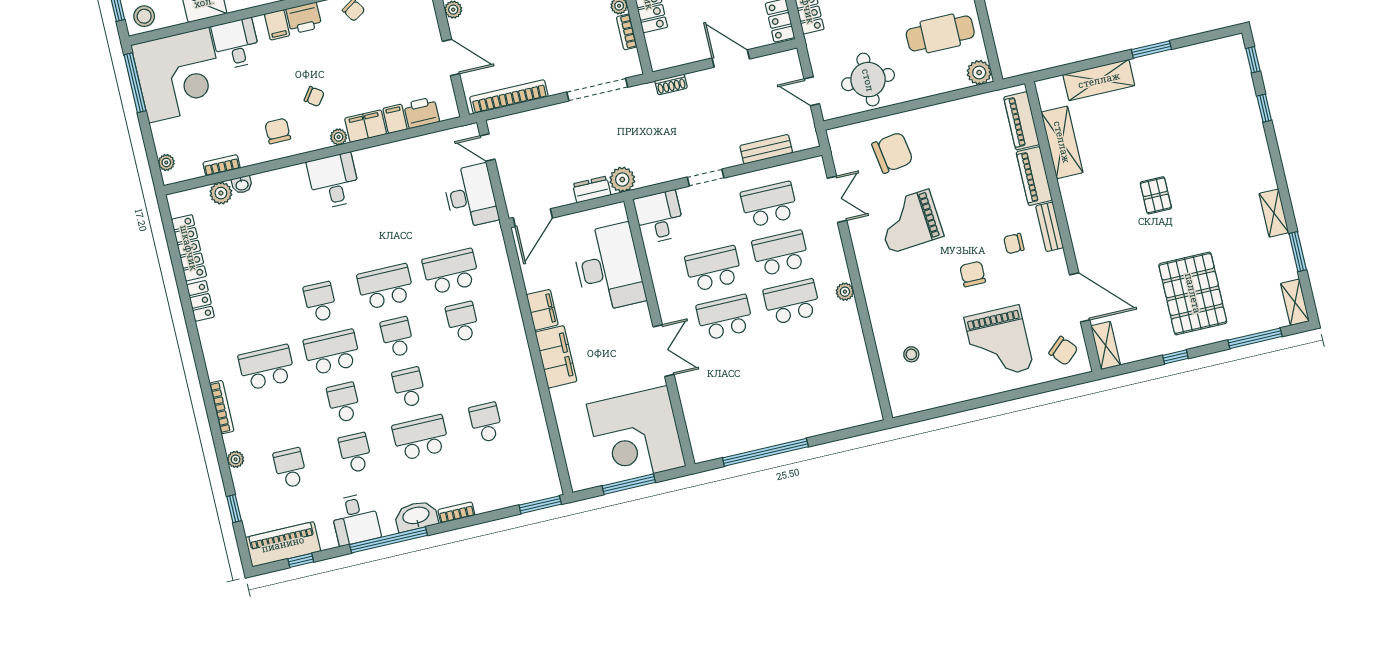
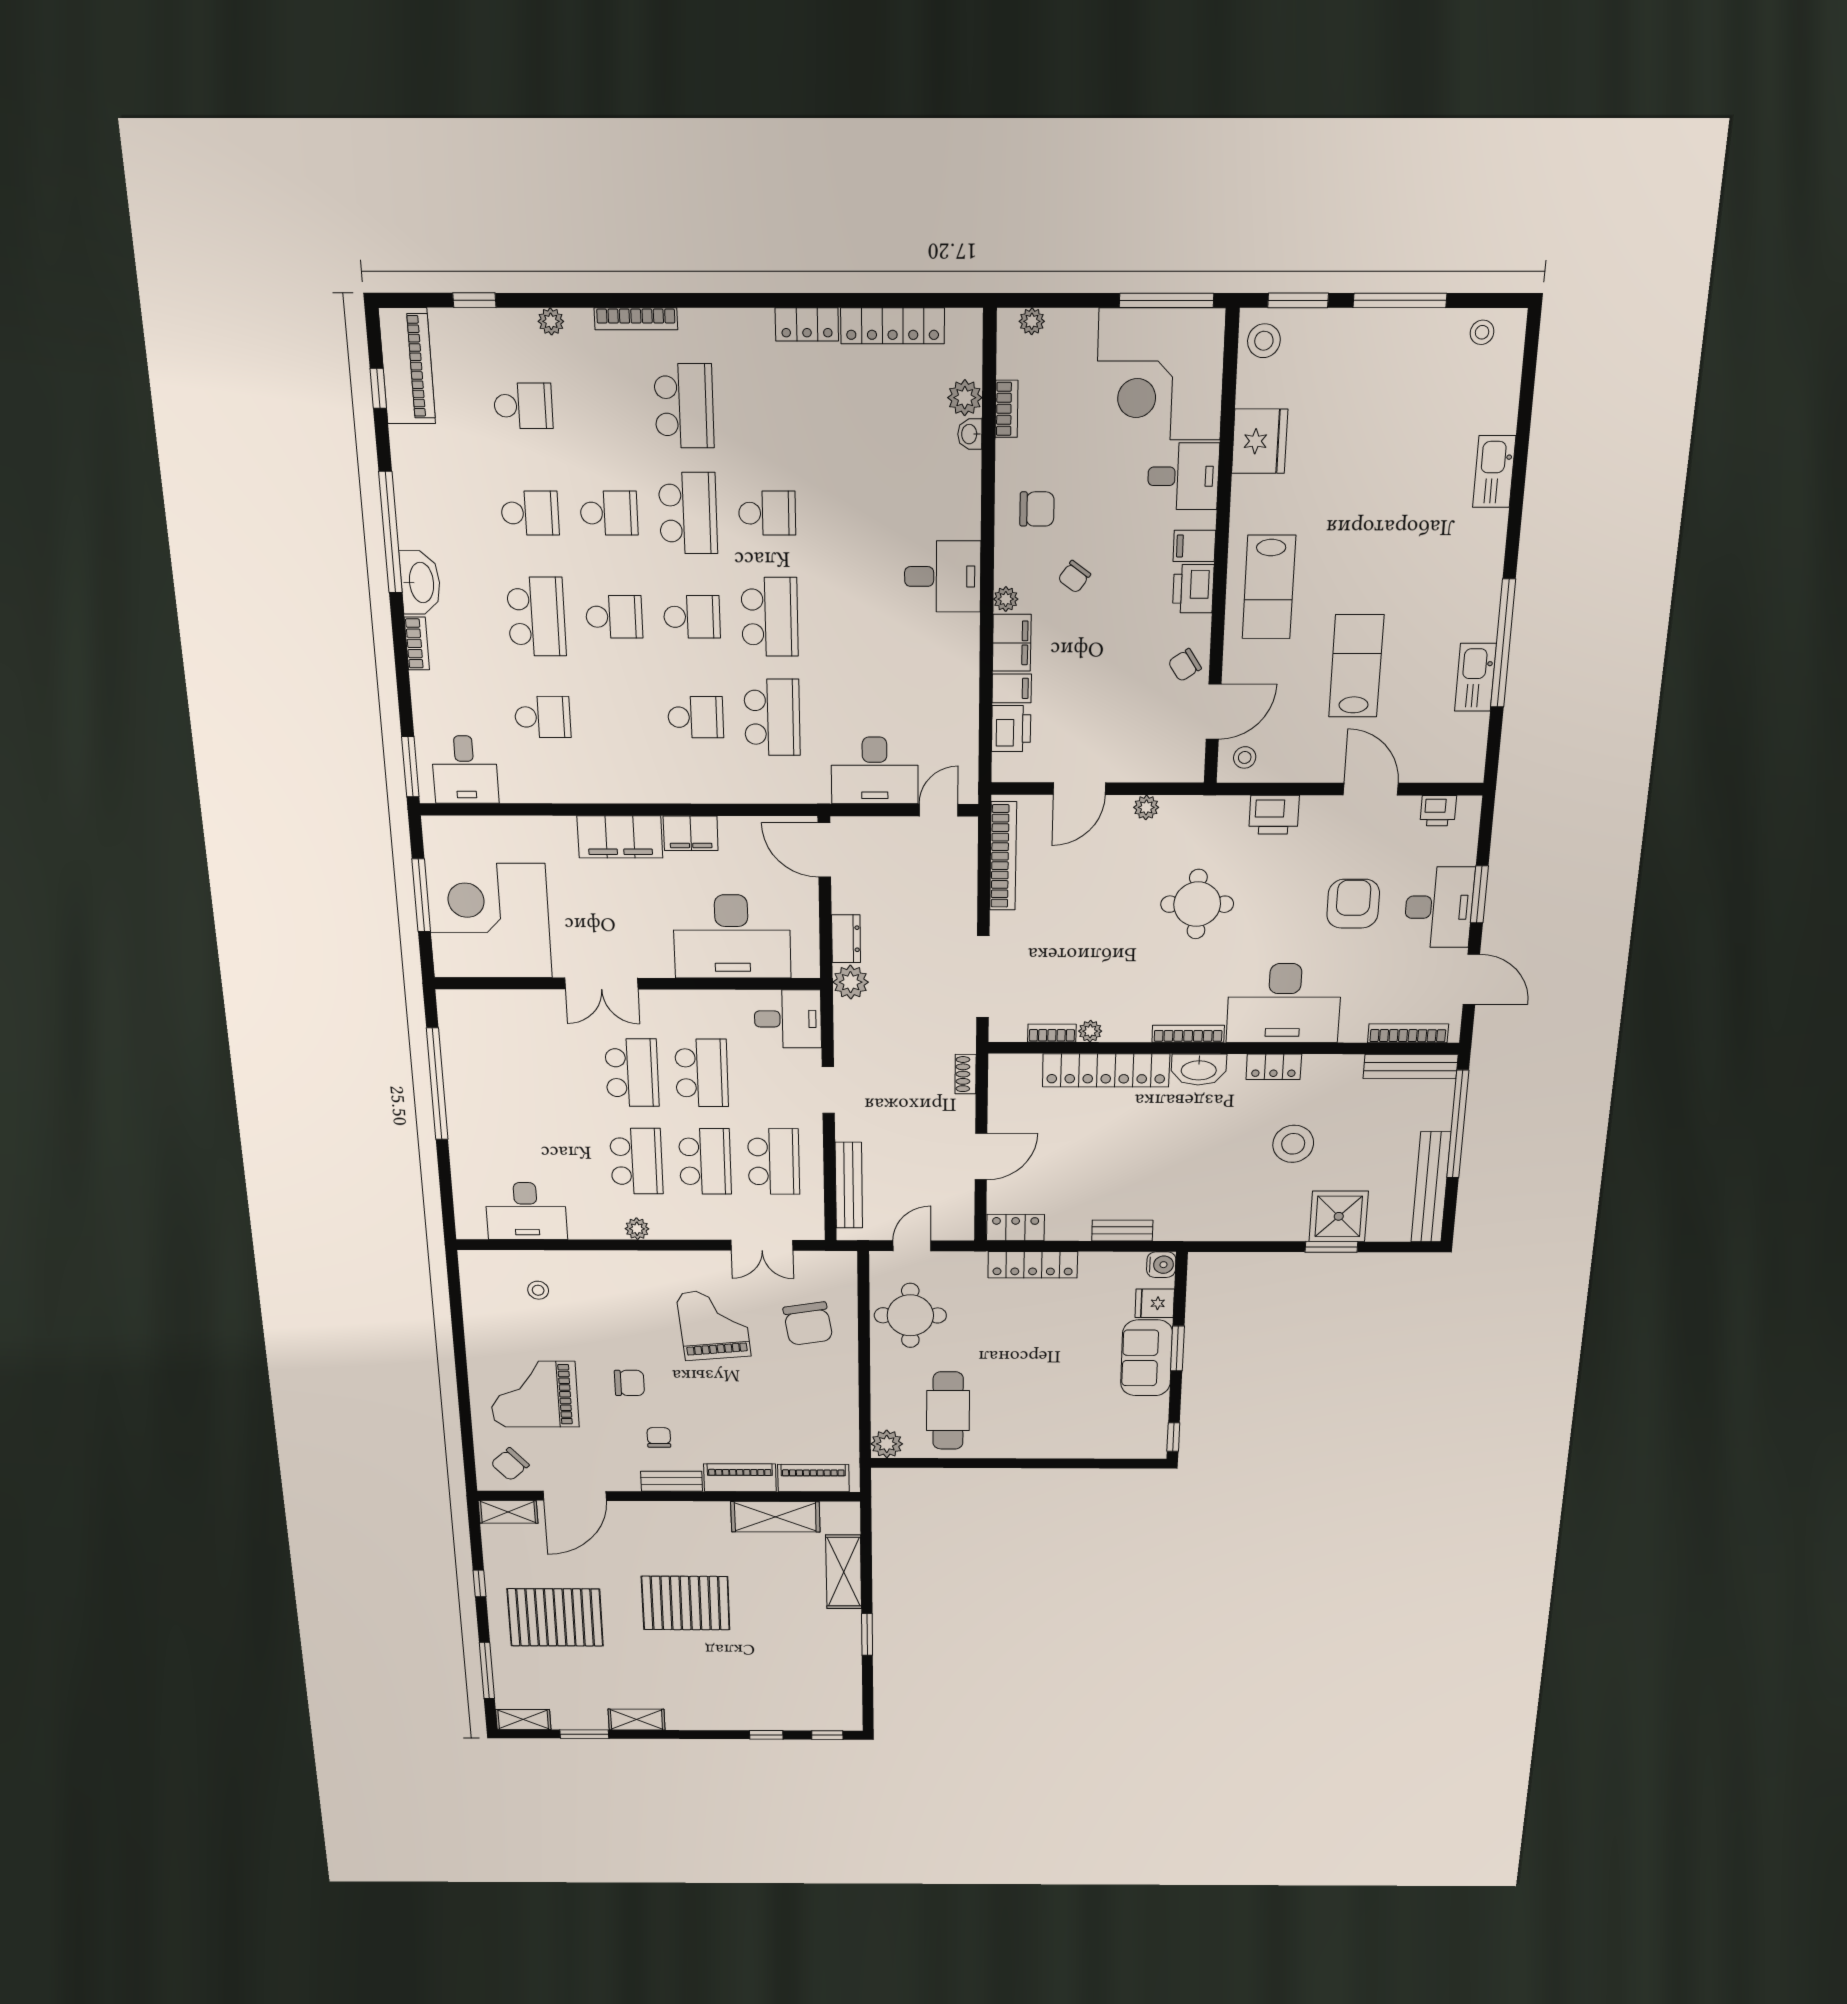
bench: (766, 149) -> (849, 1185), width x1.36
pallet: (1156, 195) -> (686, 1603), width x2.05, depth x2.00
desk: (850, 374) -> (526, 1211), added
desk: (355, 519) -> (465, 770), moved, turned -90

